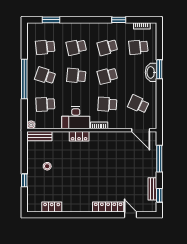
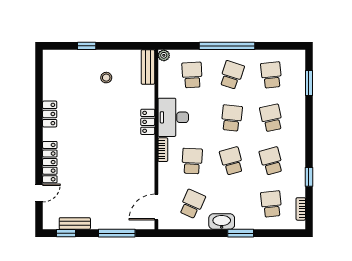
washbasin: (151, 72) -> (222, 222), moved
locker: (52, 207) -> (50, 114), moved

